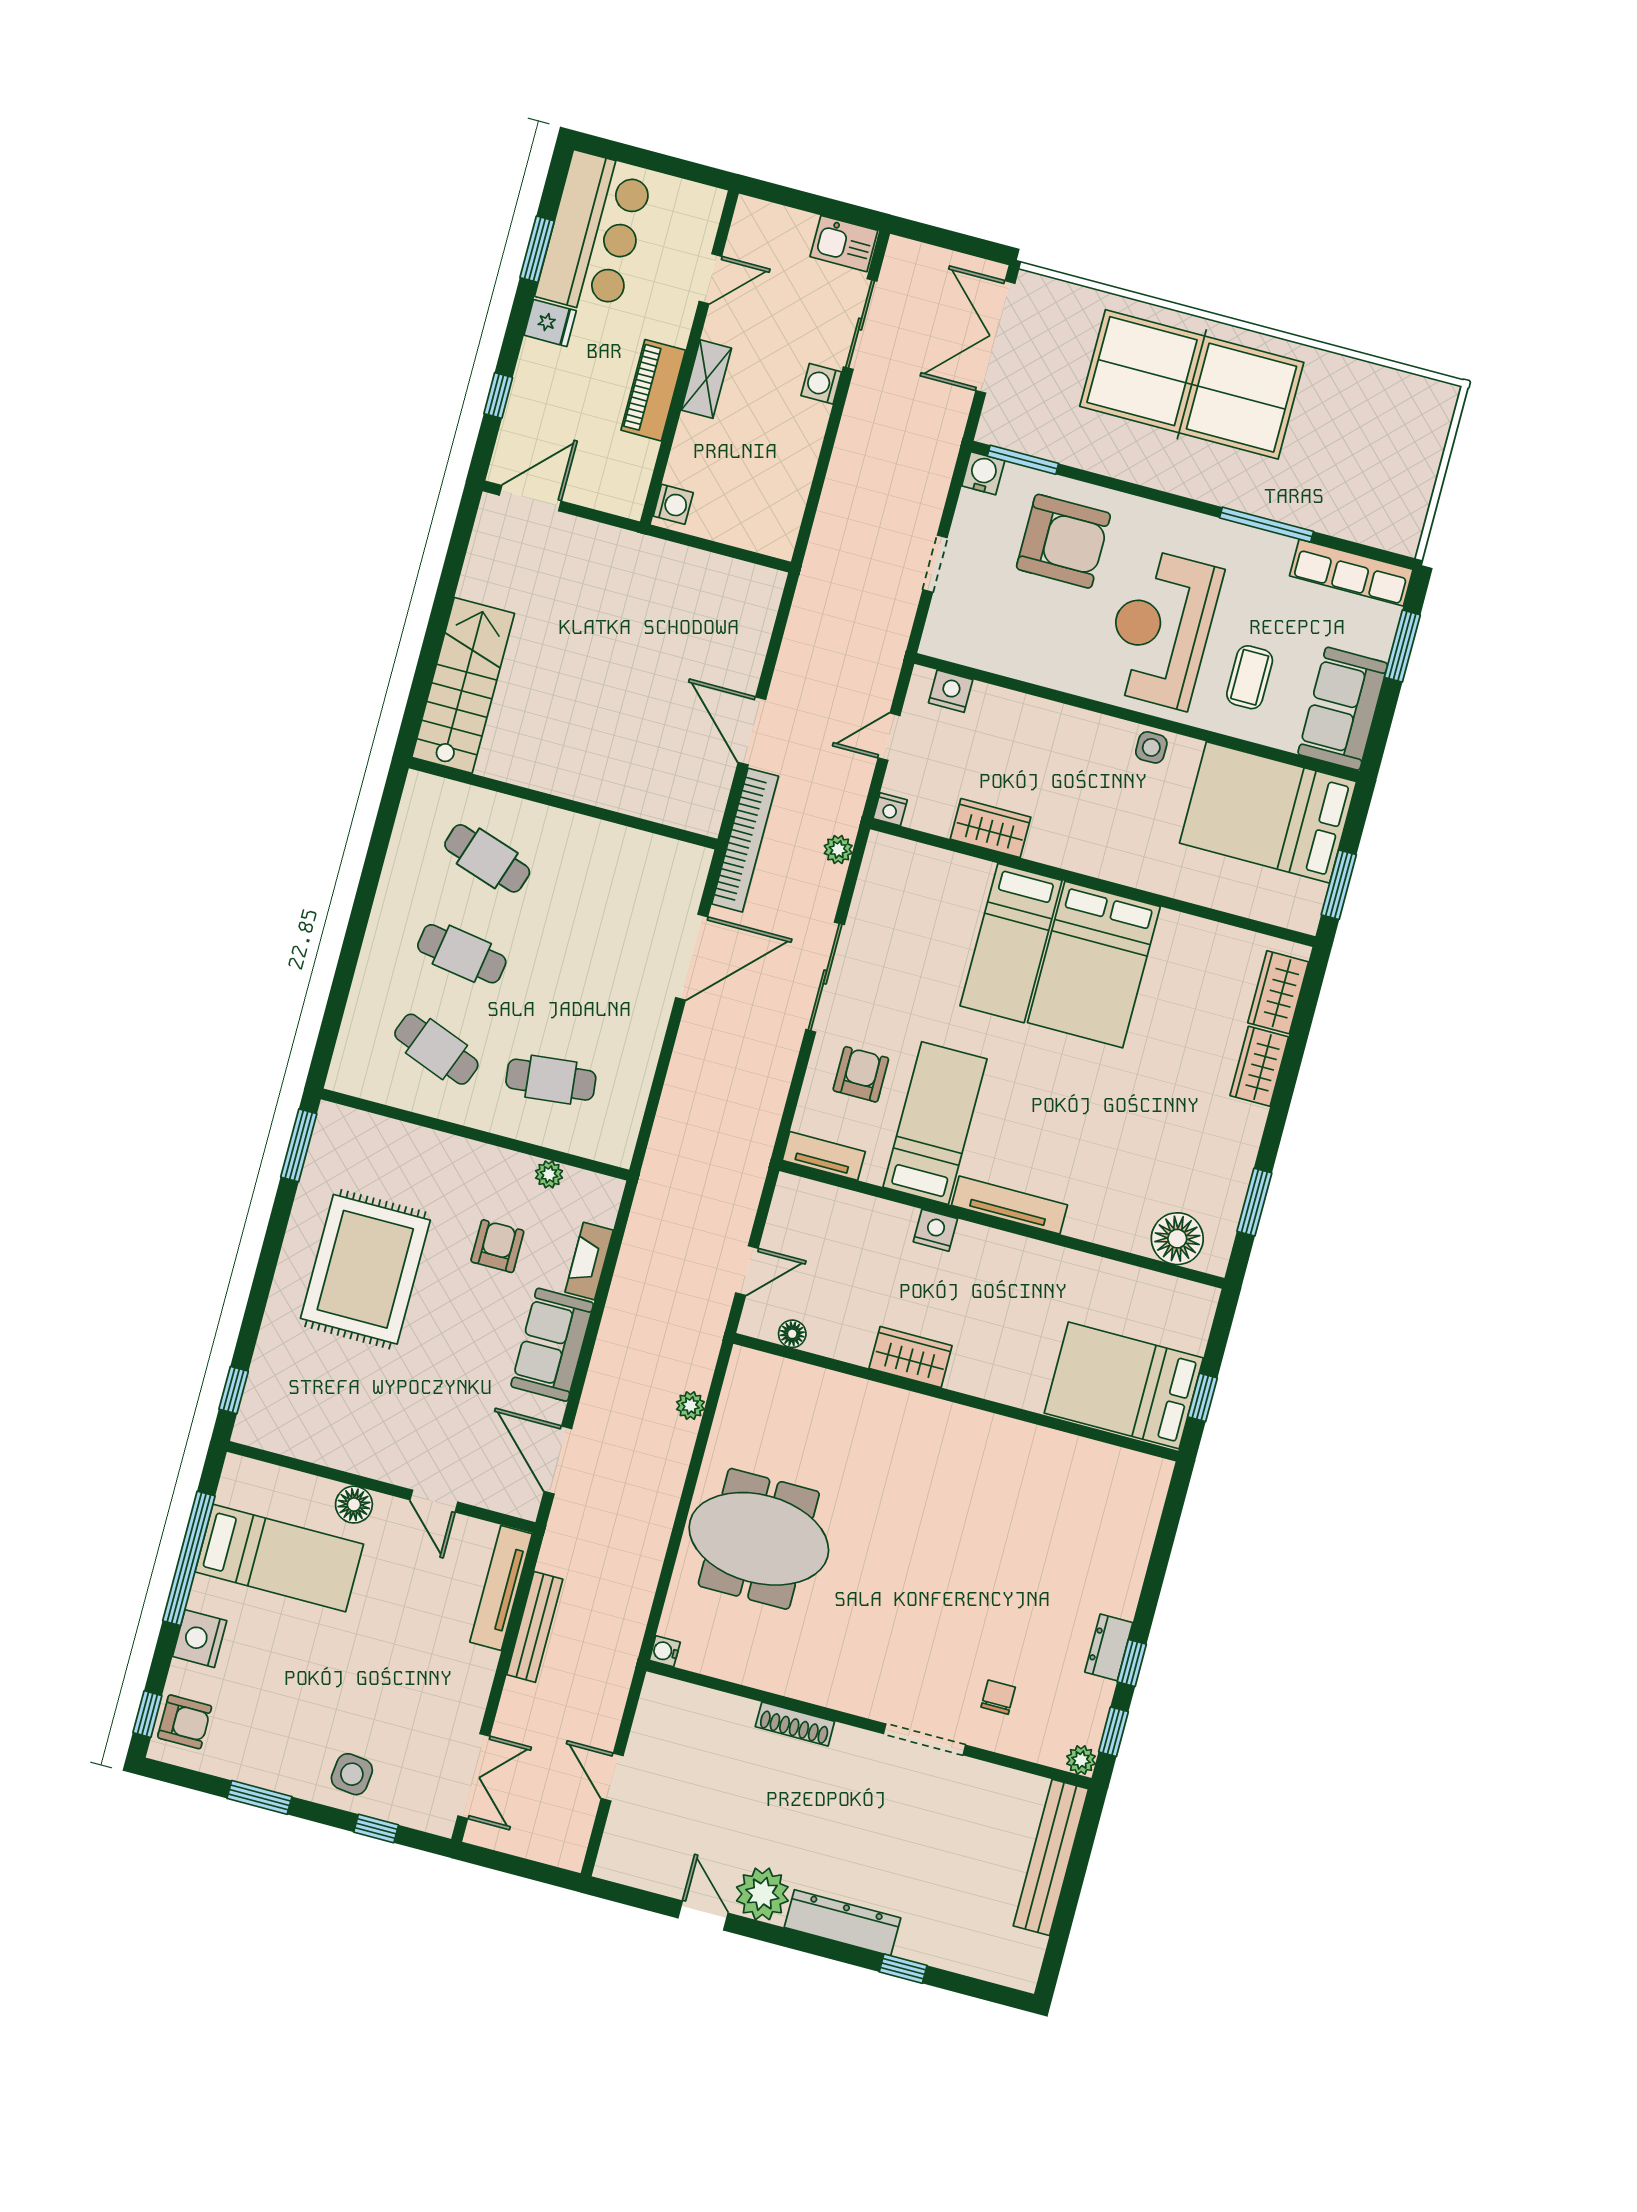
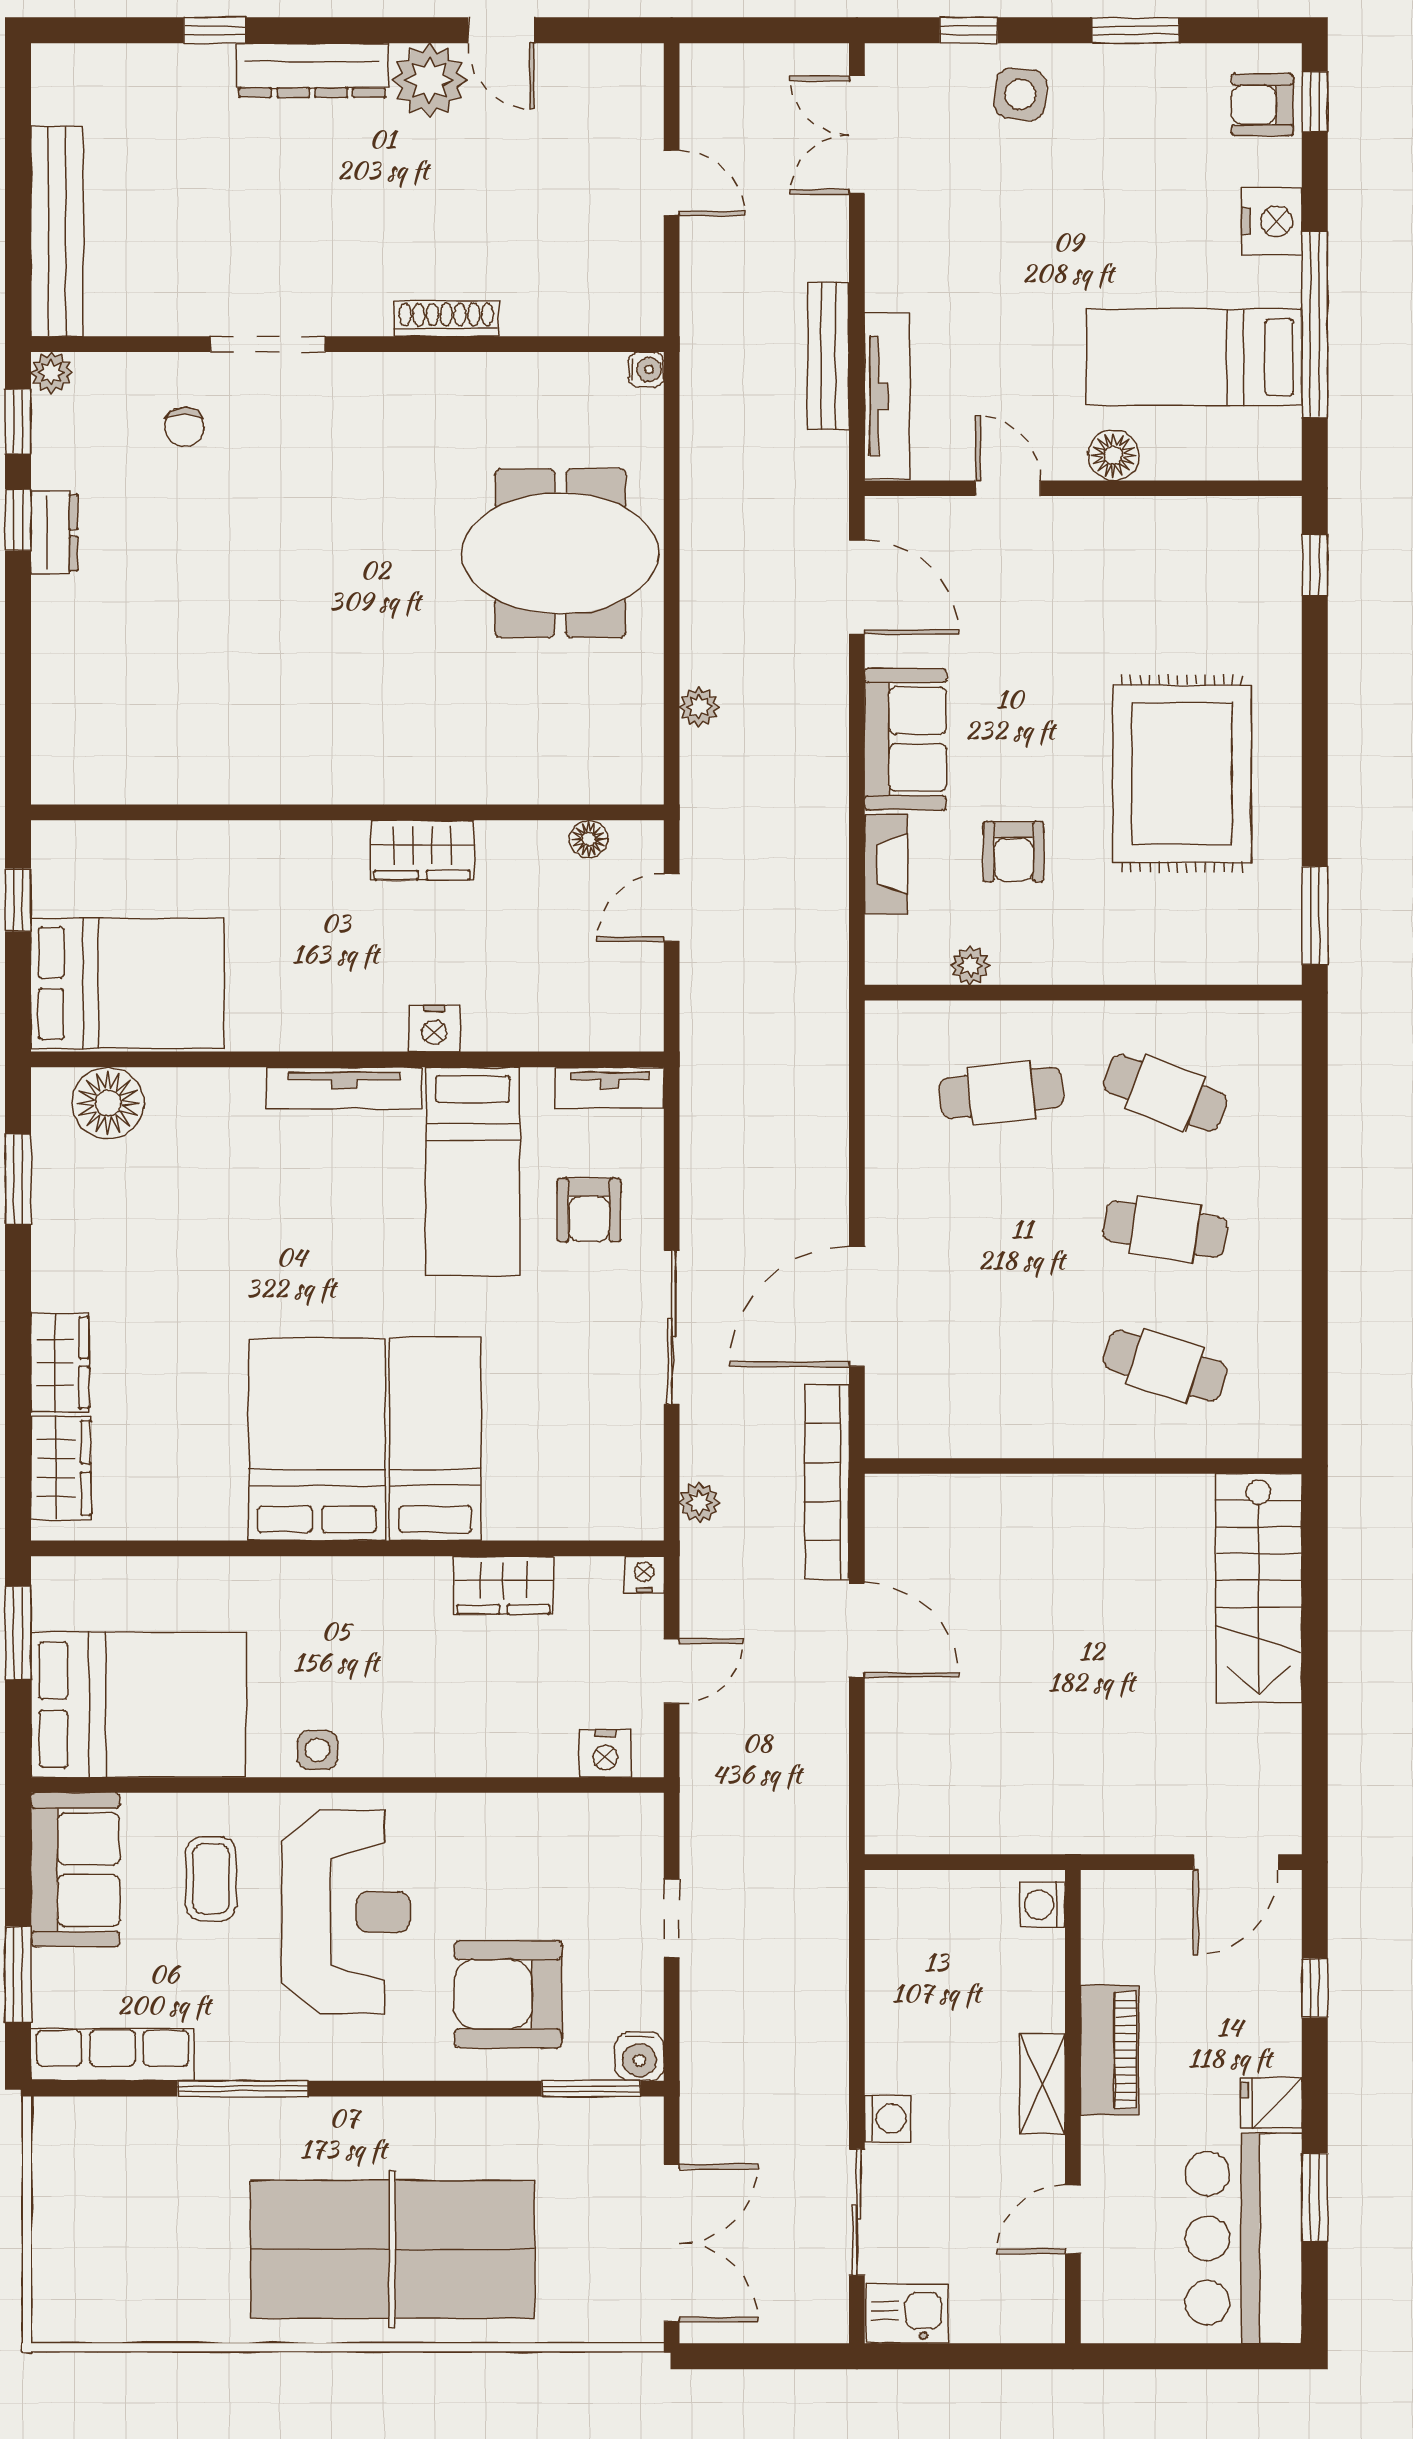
bed: (1124, 1385) -> (127, 983), moved

